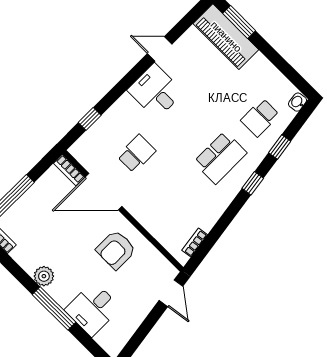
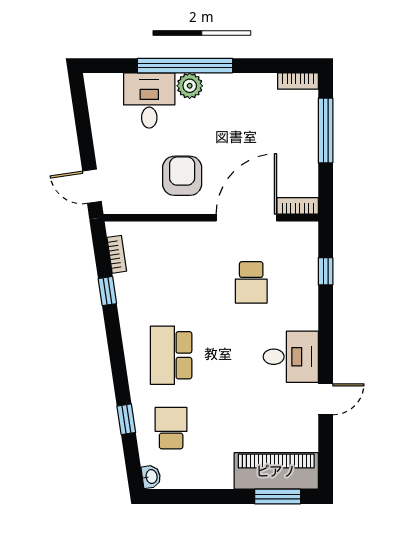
window: (253, 183) -> (107, 291), moved
plant: (44, 276) -> (190, 86), moved
window: (54, 308) -> (185, 66), width x1.46

